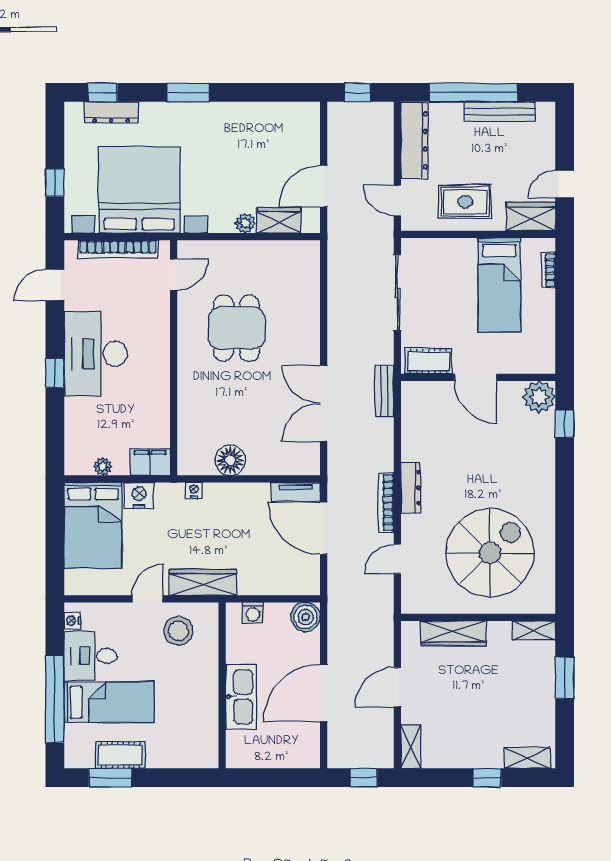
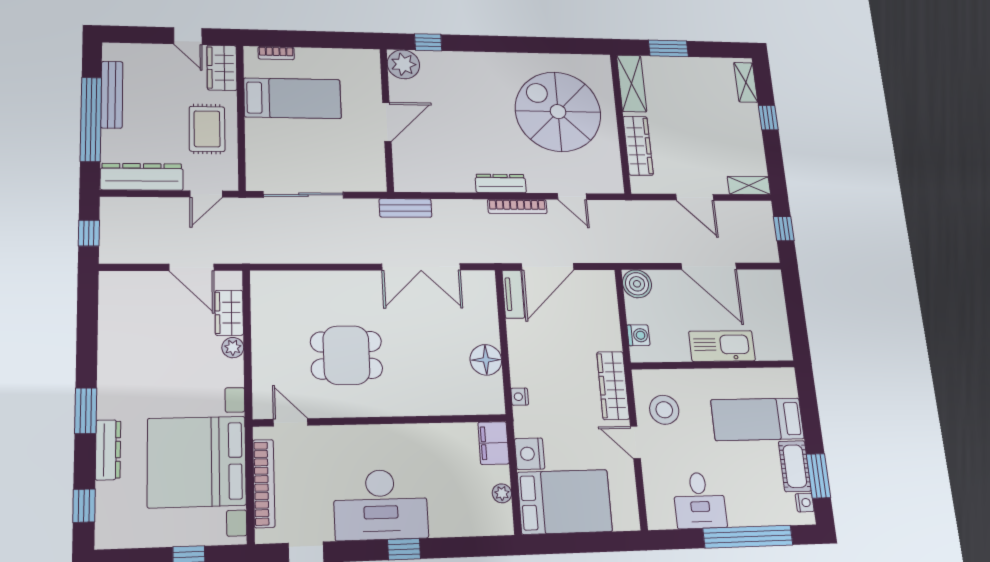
dresser: (111, 112) -> (108, 450), moved
cot: (428, 361) -> (373, 166), removed
nightstand: (72, 621) -> (805, 503), moved, turned -90
shelving: (534, 630) -> (632, 83), width x1.50, depth x1.33
bed: (109, 702) -> (757, 419), moved, turned -90

